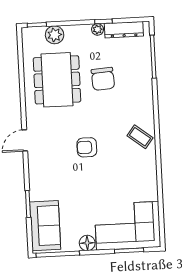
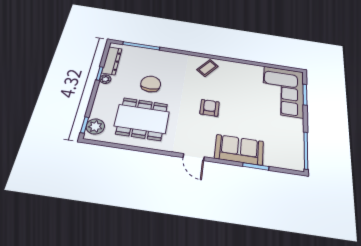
plant: (55, 35) -> (95, 126), moved
chair: (103, 79) -> (151, 84), turned -86
armchair: (87, 147) -> (210, 108), turned 180
sofa: (45, 226) -> (239, 150), moved
floor lamp: (87, 243) -> (297, 125), removed

